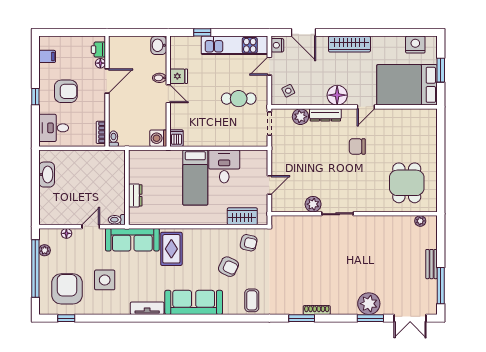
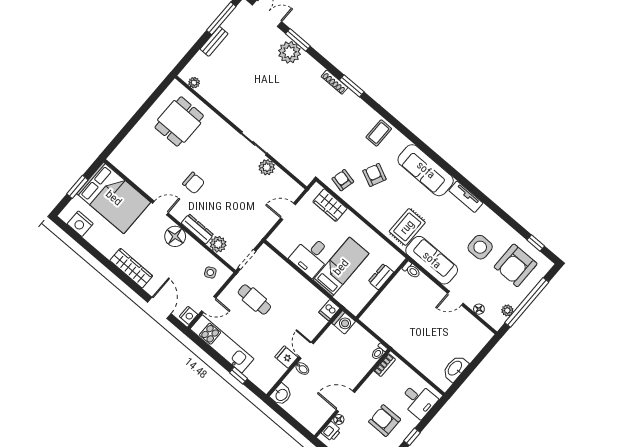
wall: (127, 187) -> (382, 289), moved
dresser: (135, 195) -> (381, 277), moved
toilet: (117, 220) -> (412, 270), moved

